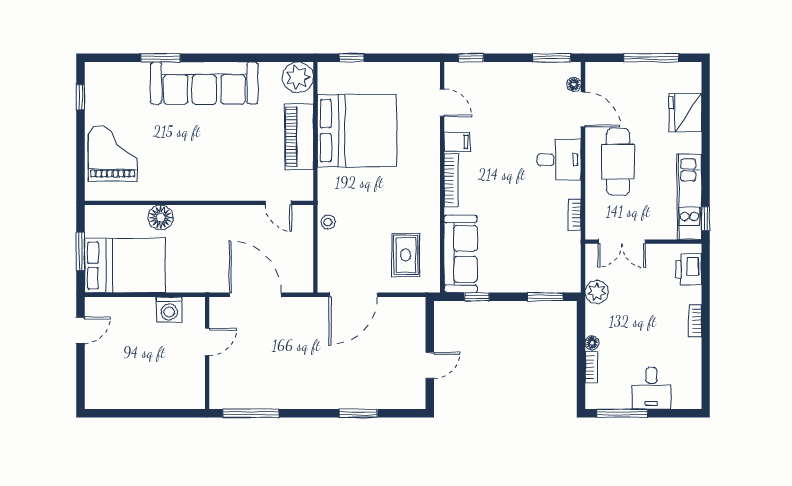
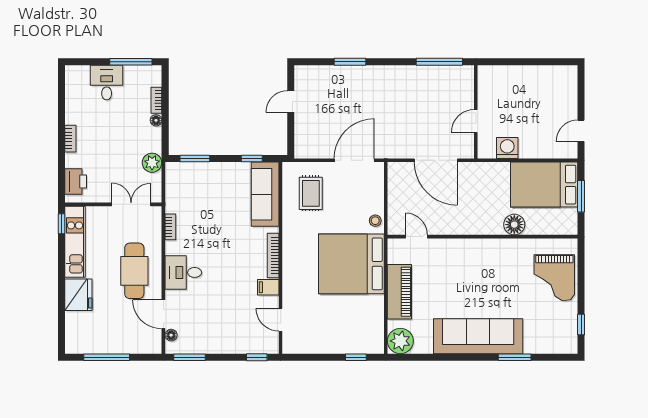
fridge: (685, 113) -> (78, 295), moved
bed: (357, 131) -> (351, 264), moved

